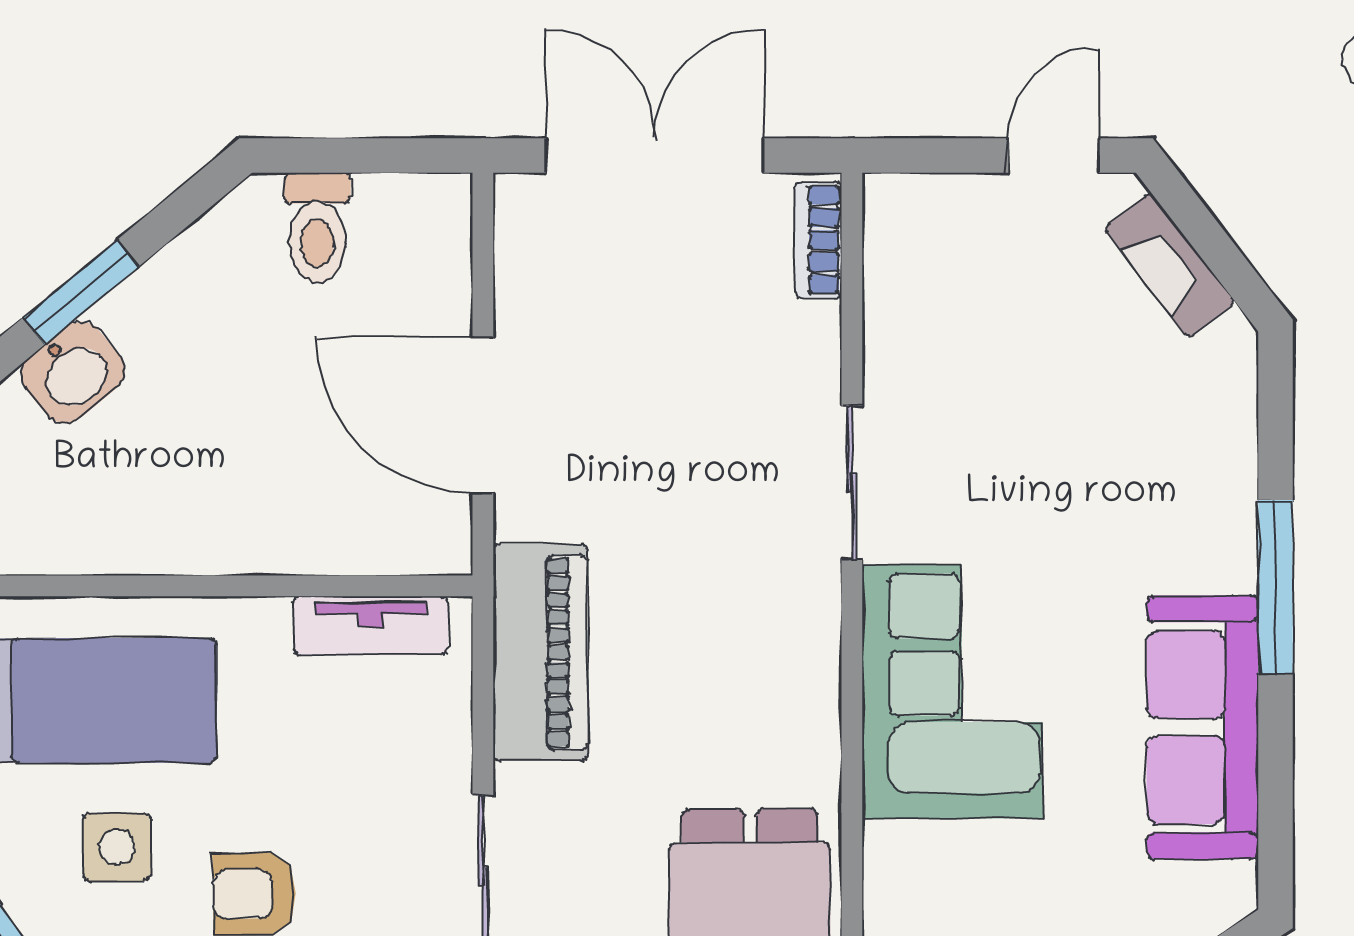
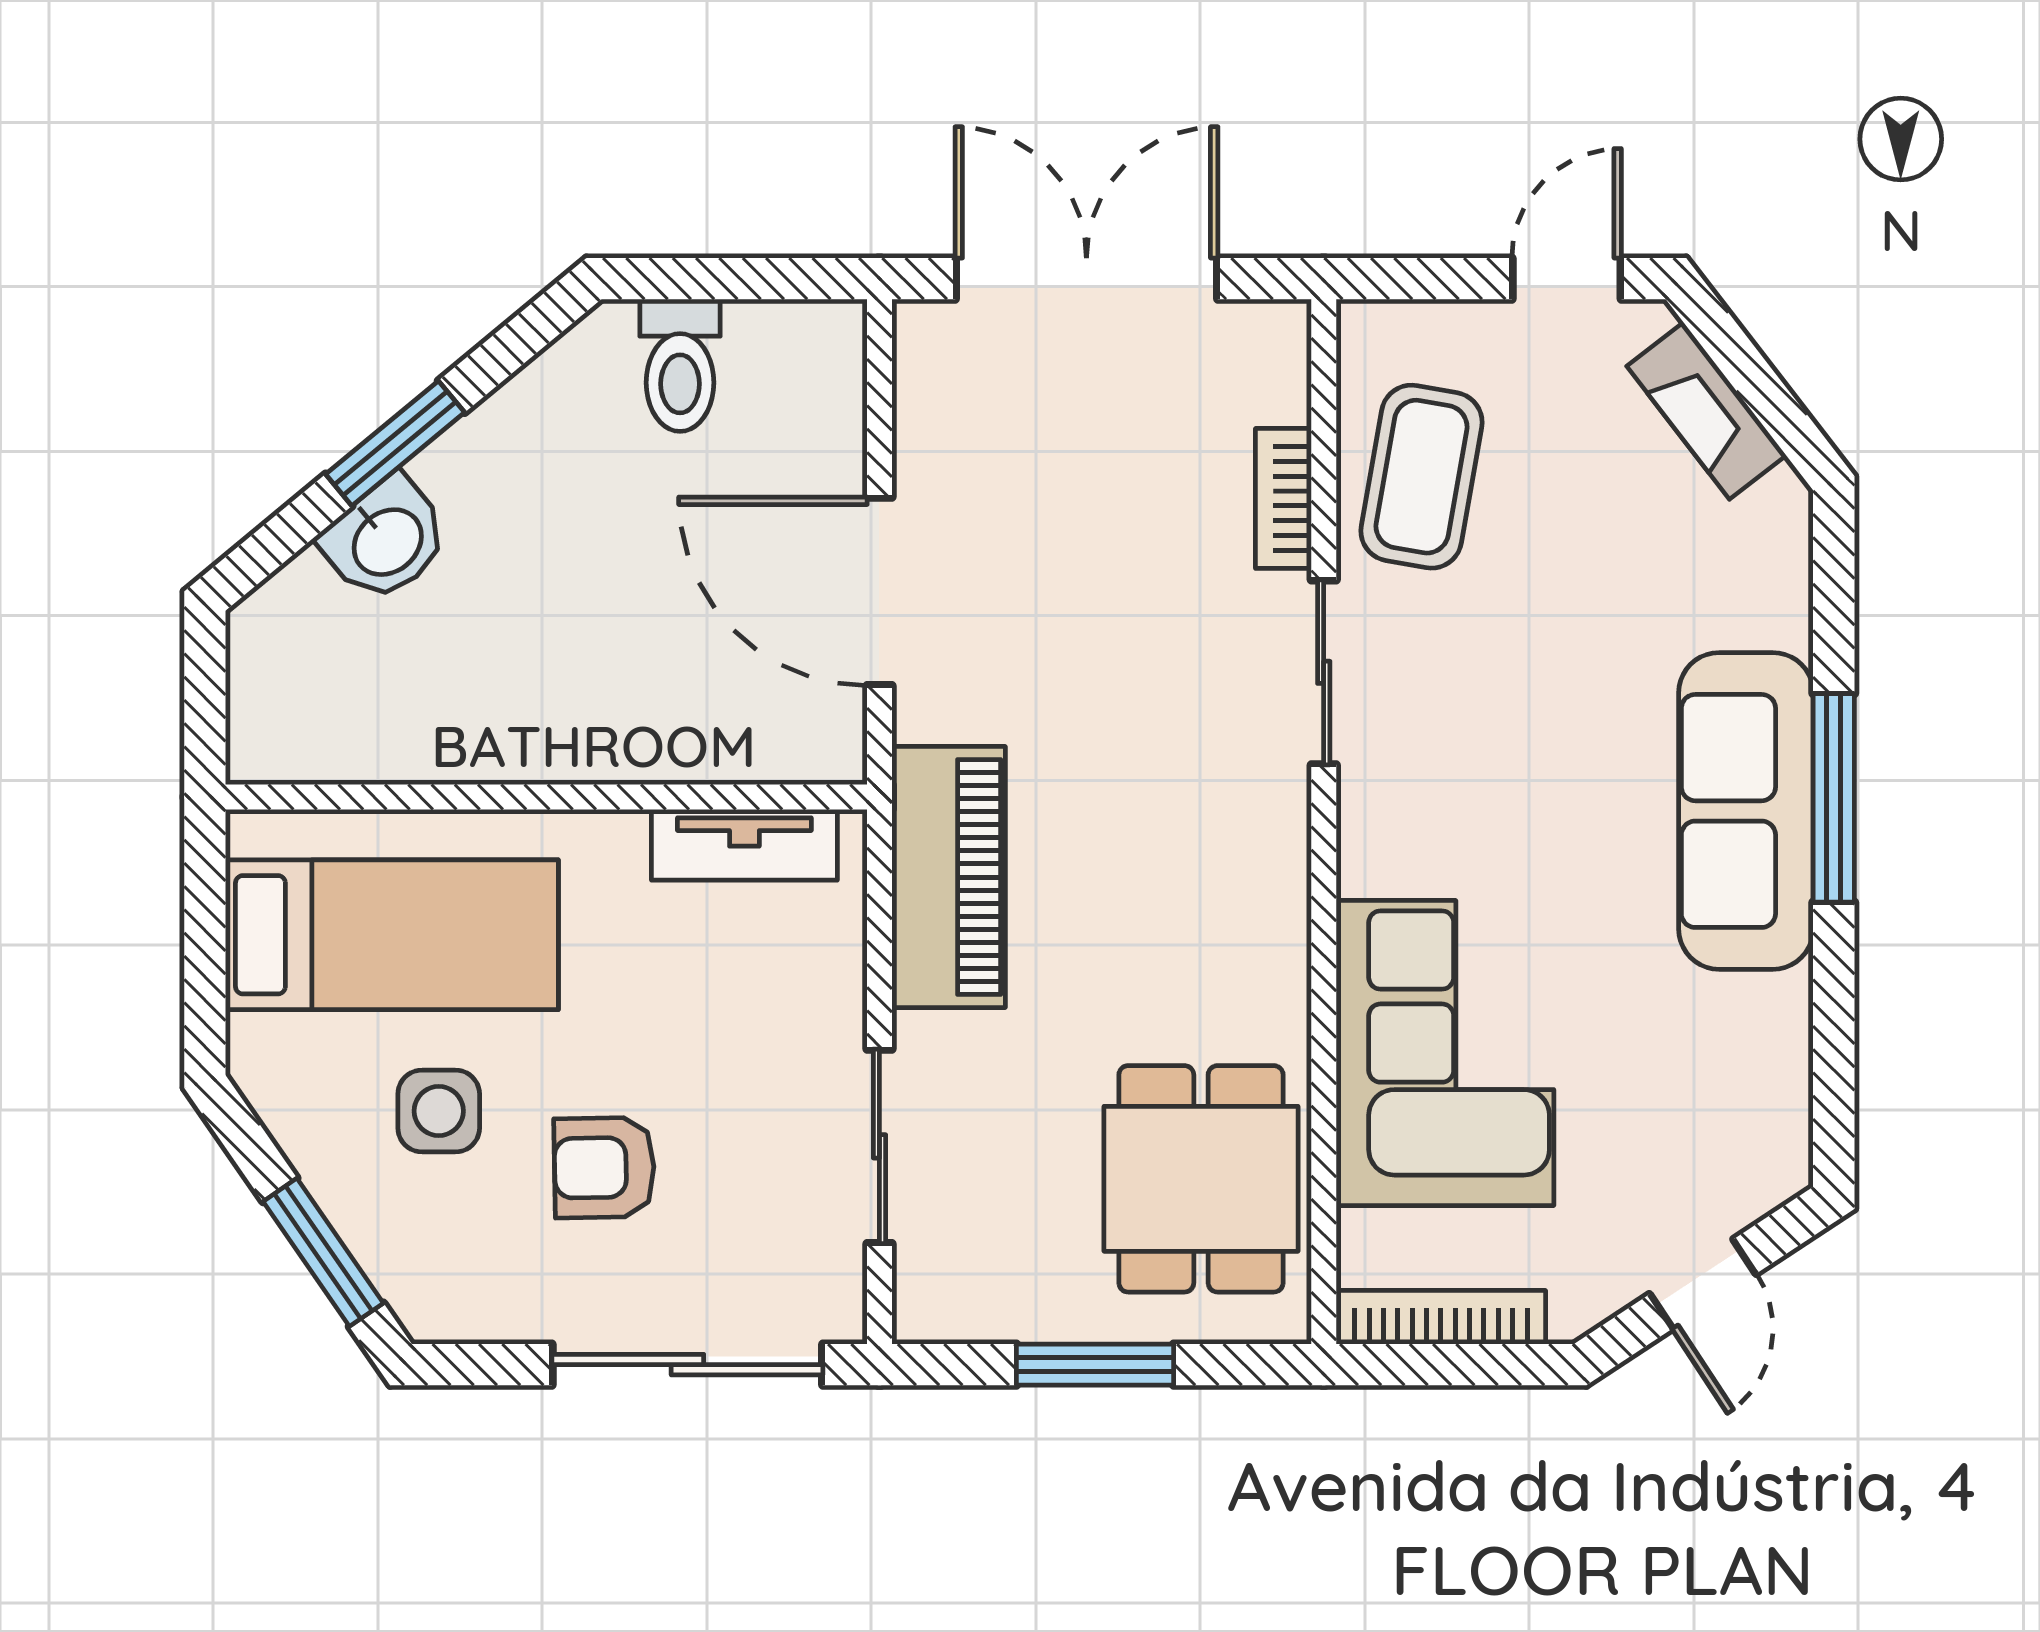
bookcase: (818, 240) -> (1283, 498), moved
coffee table: (933, 320) -> (1421, 477), added
corner sofa: (953, 692) -> (1445, 1053), moved
sofa: (1202, 727) -> (1746, 811), moved

